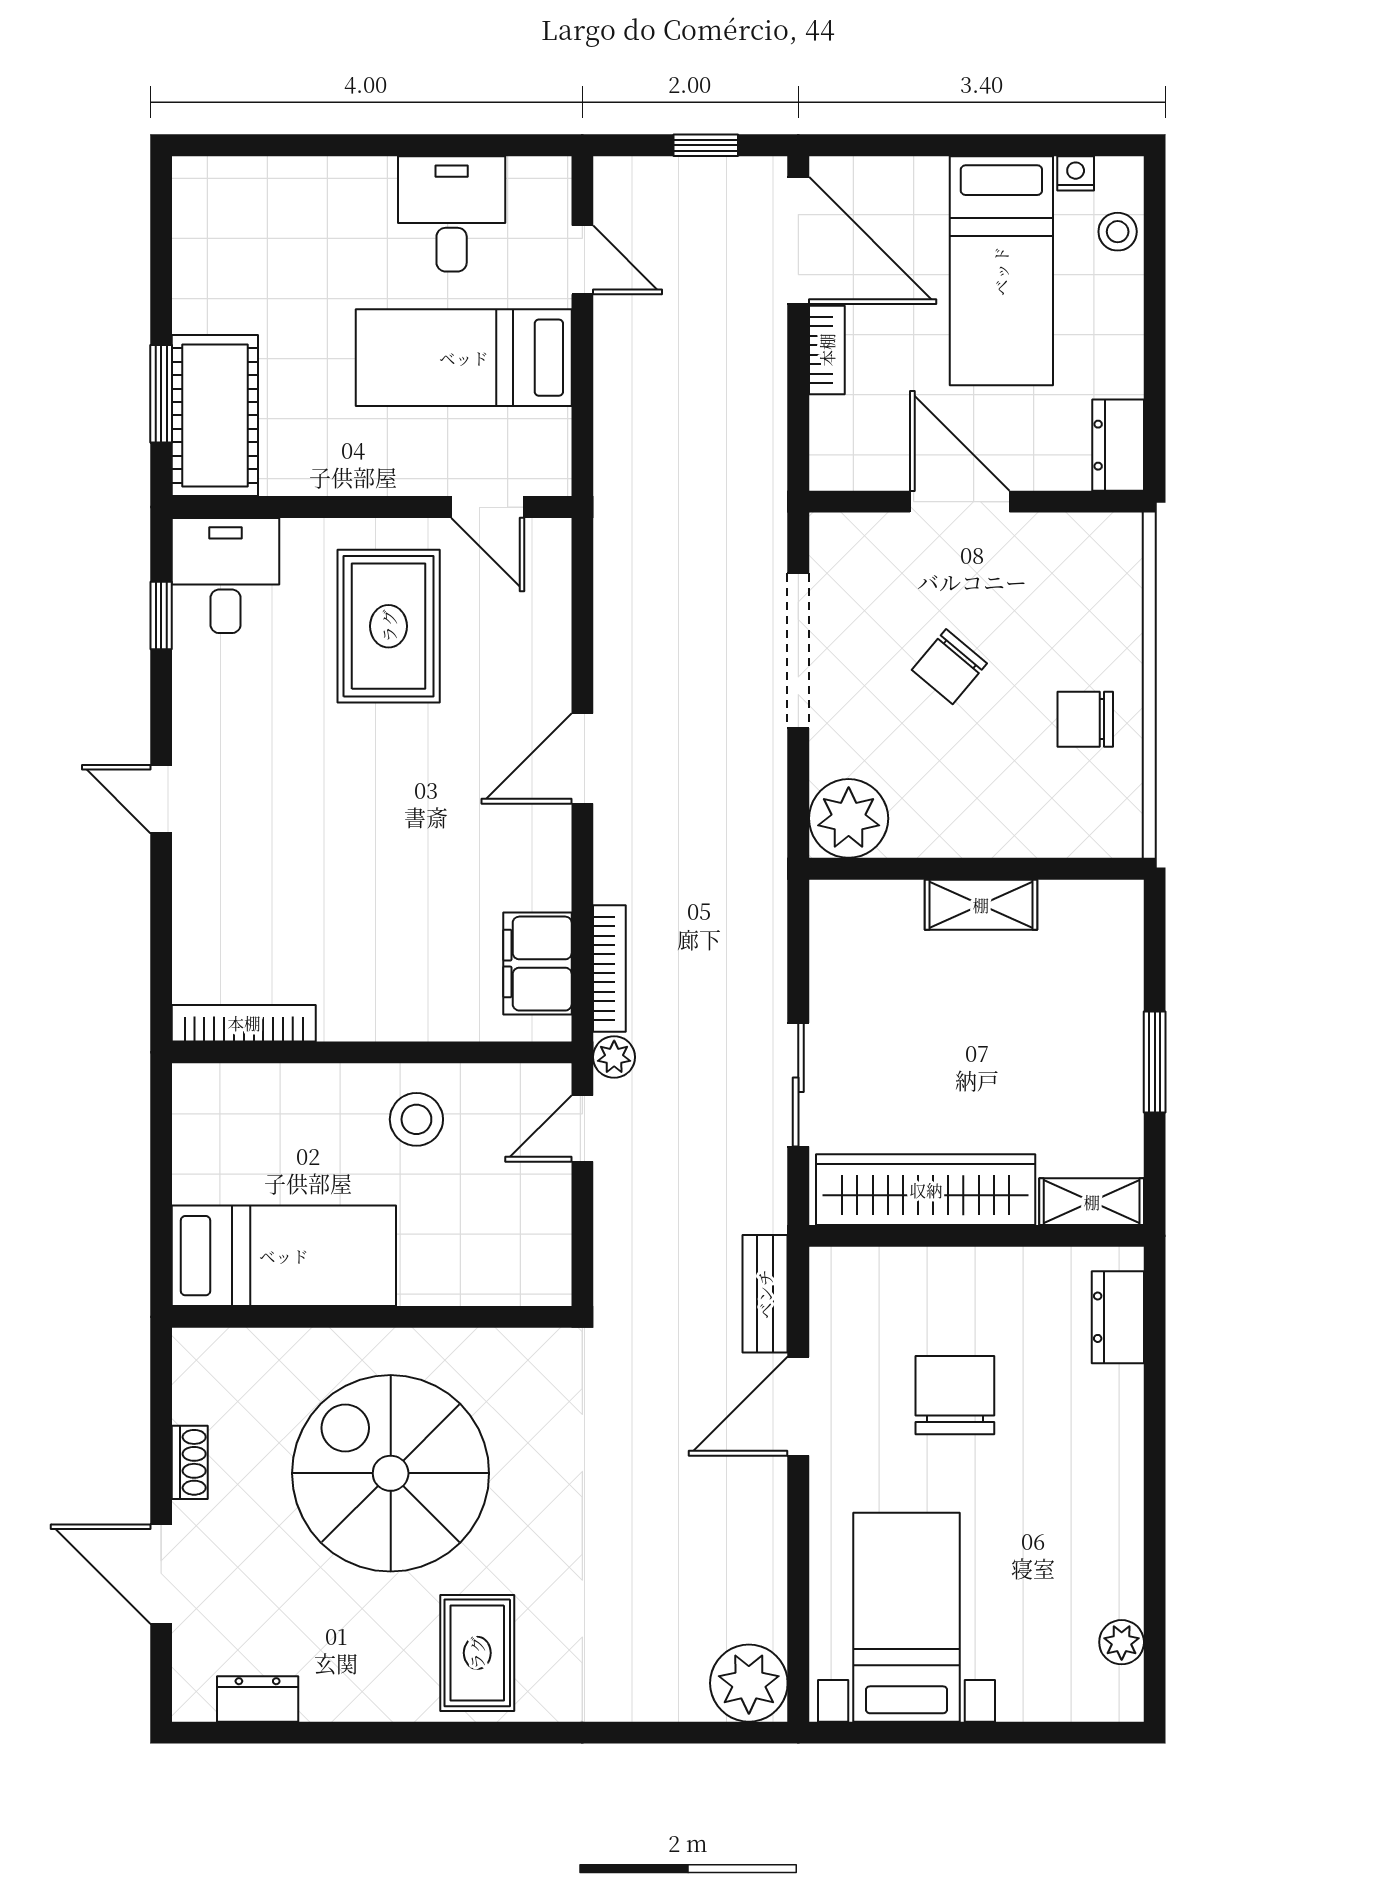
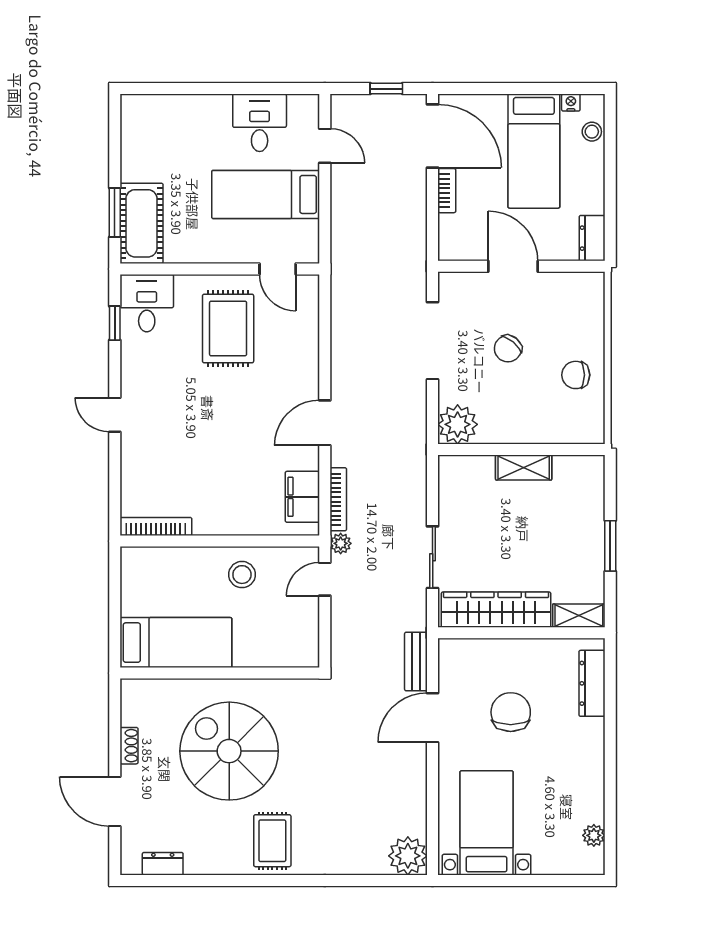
door: (582, 759) -> (325, 423), moved
dresser: (1118, 1317) -> (592, 683), width x1.44

